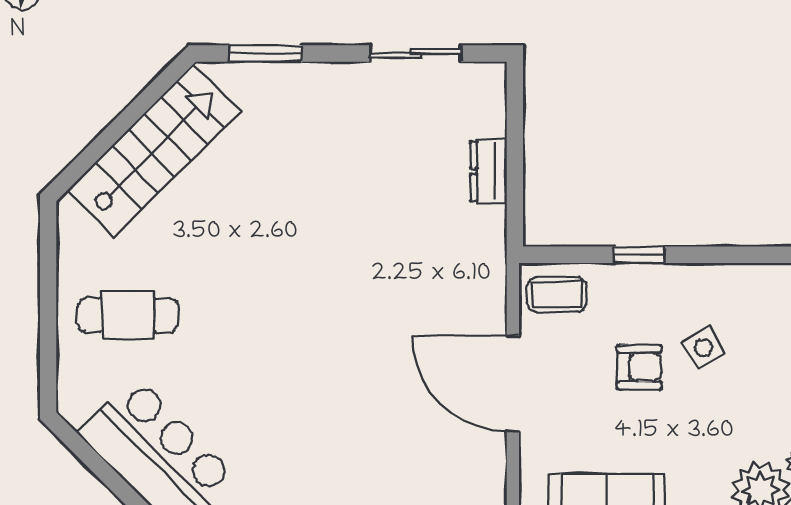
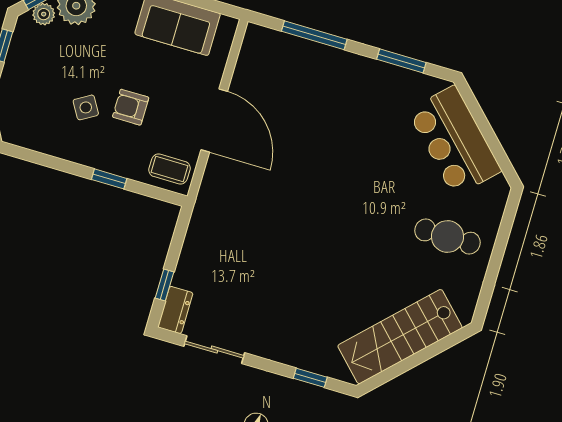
window: (266, 54) -> (310, 378), width x0.67
window: (515, 125) -> (164, 285), added
dresser: (489, 171) -> (175, 310), moved

